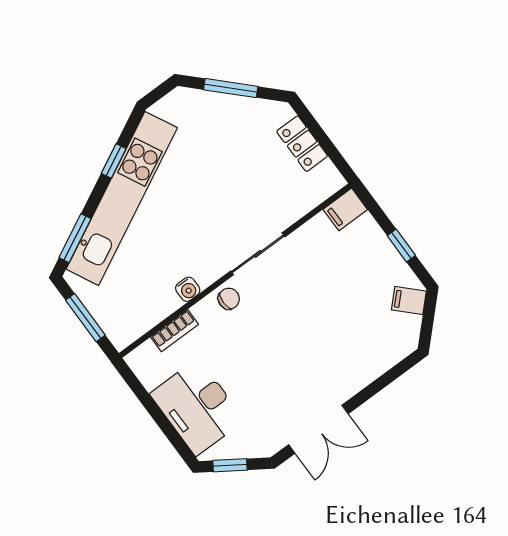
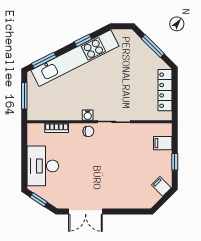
locker: (302, 144) -> (165, 90), width x1.53
filing cabinet: (345, 209) -> (163, 143), moved
water cooler: (188, 289) -> (88, 115), moved

